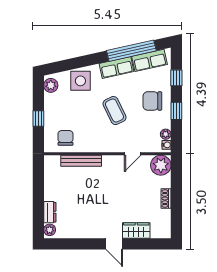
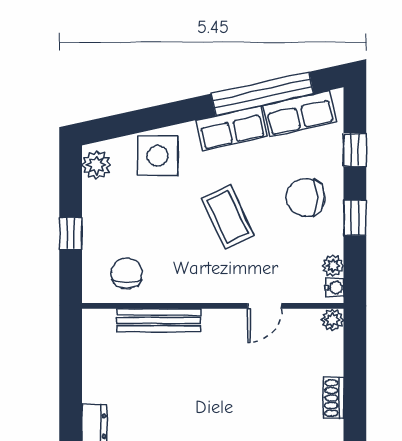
plant: (161, 165) -> (333, 320), width x0.53, depth x0.53

